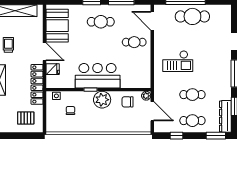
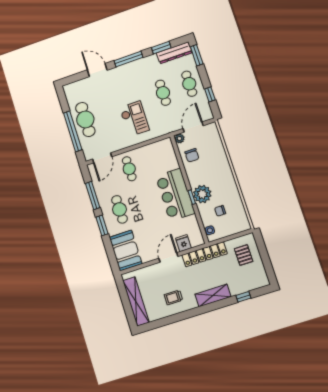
booth: (57, 26) -> (126, 251), moved, turned 90
plant: (102, 100) -> (202, 194), moved

